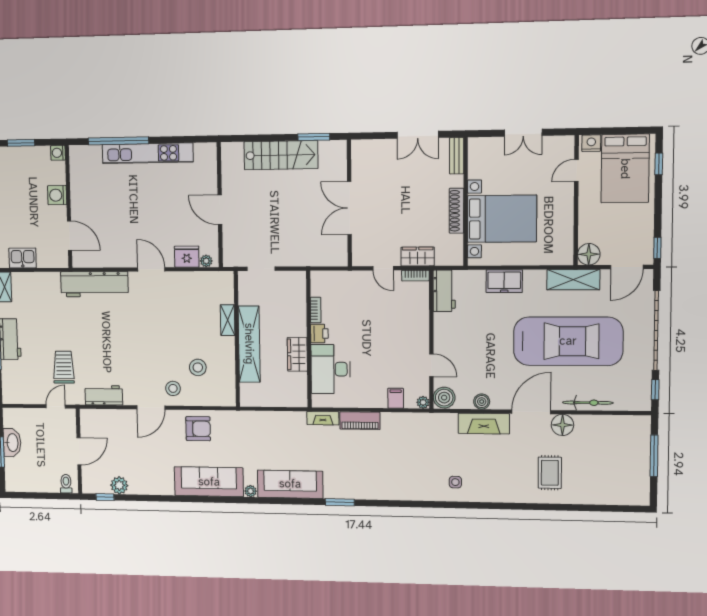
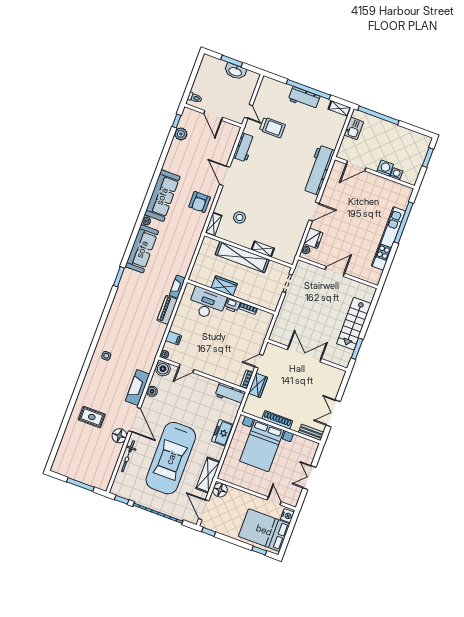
washing machine: (58, 153) -> (396, 174), moved
stool: (173, 388) -> (232, 196), removed
shelving: (220, 399) -> (214, 224), added

